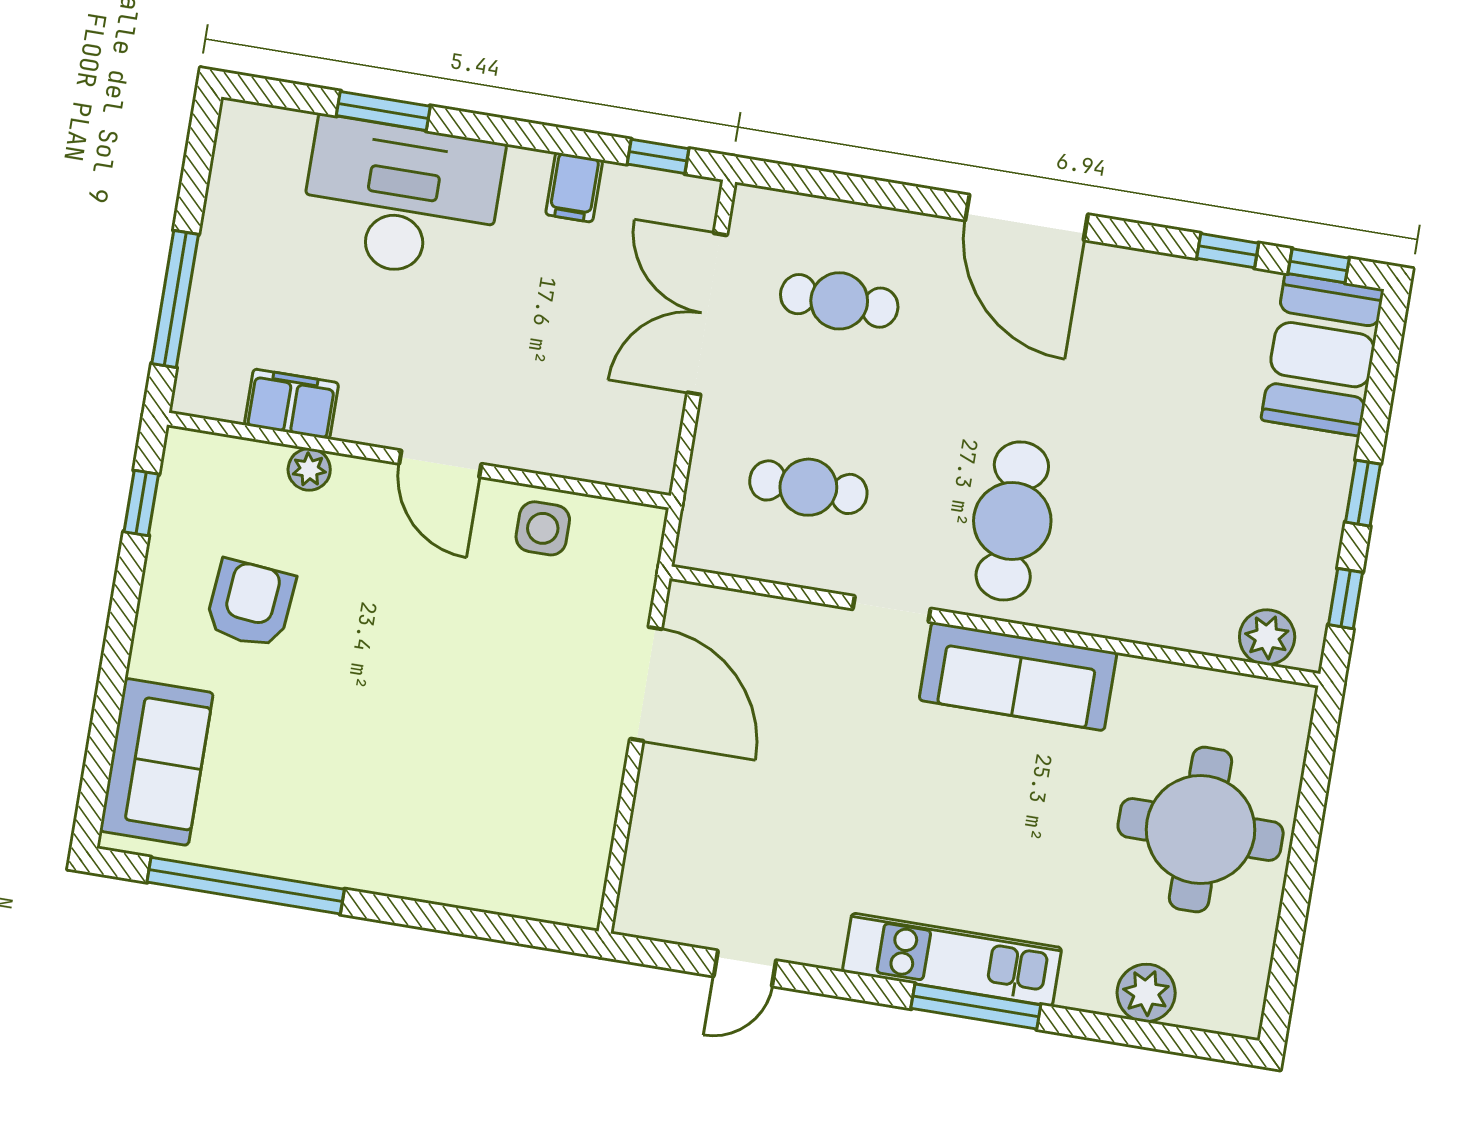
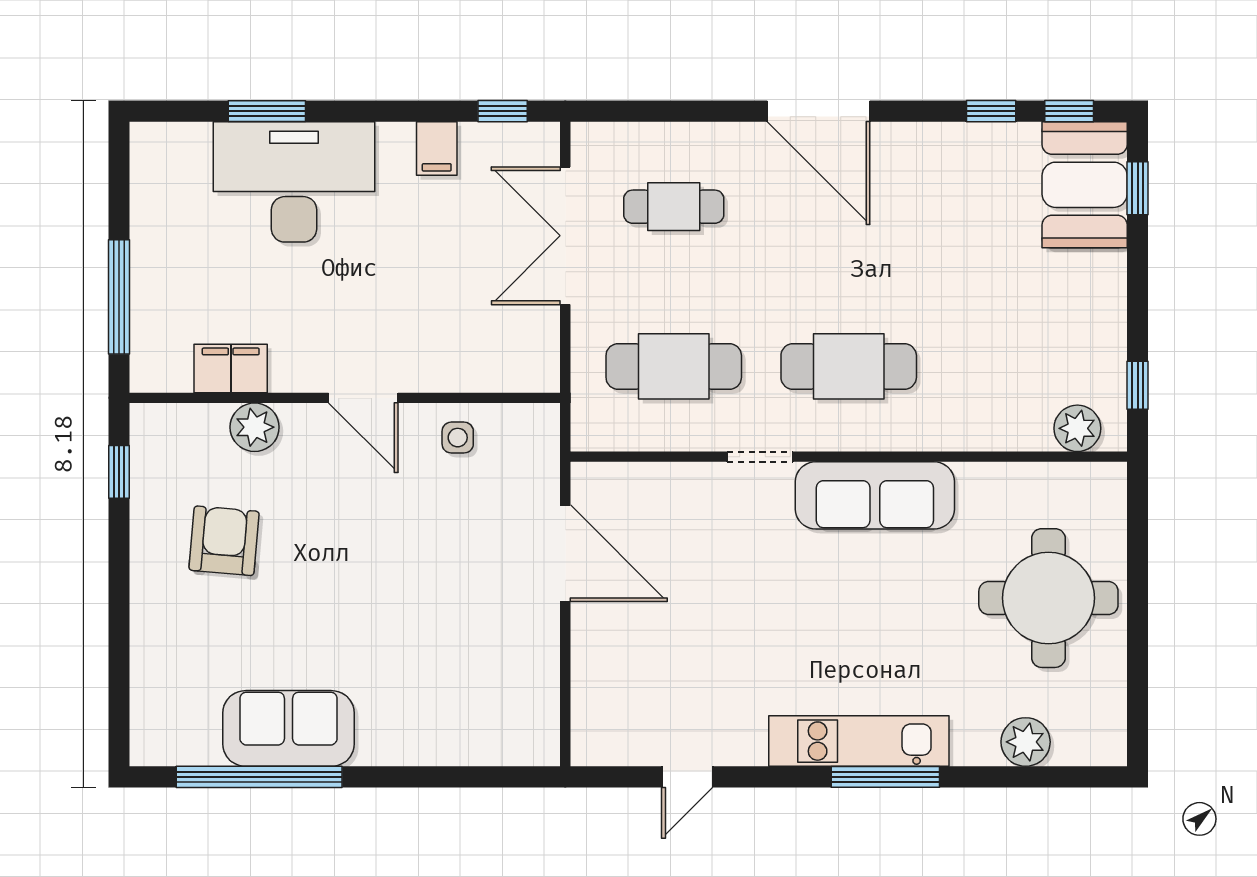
plant: (309, 469) -> (255, 427), width x1.38, depth x1.38
cafe table: (808, 487) -> (674, 366), width x1.37, depth x1.35
window: (1363, 493) -> (1138, 188), moved
cafe table: (1012, 521) -> (849, 366), turned 90
side table: (543, 528) -> (458, 438), width x0.73, depth x0.73
sofa: (156, 762) -> (289, 728), moved, turned -90

